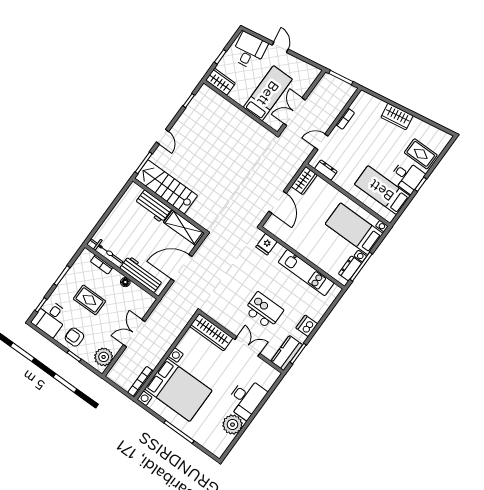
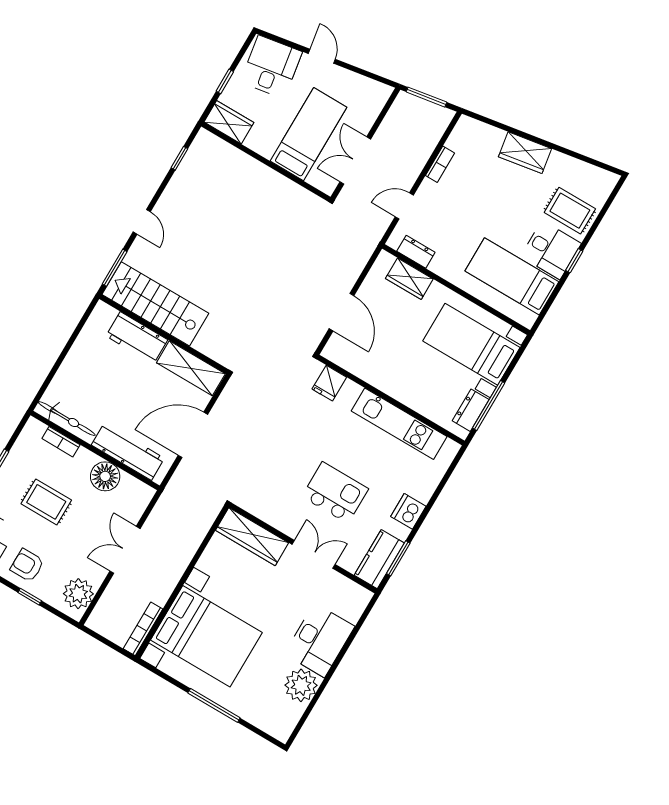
wardrobe: (304, 181) -> (409, 279), moved, turned 90
floor lamp: (125, 282) -> (105, 476), width x1.89, depth x1.89

